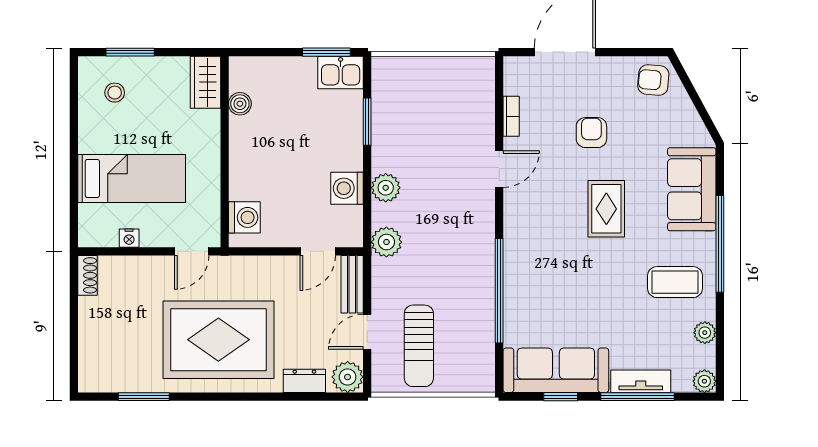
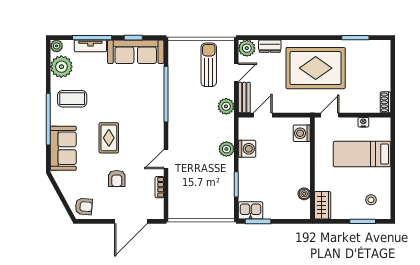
plant: (386, 242) -> (226, 106), moved
plant: (705, 333) -> (61, 67), width x1.88, depth x1.88

